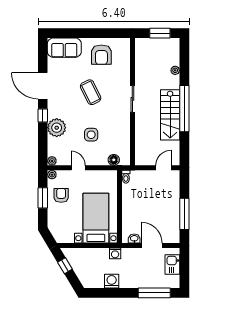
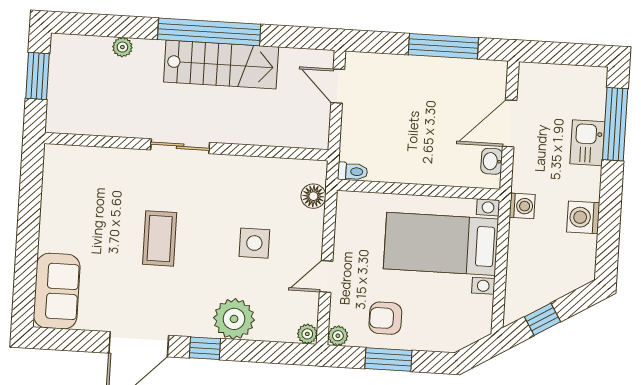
armchair: (101, 55) -> (78, 209), removed
coffee table: (91, 92) -> (160, 238), turned -64
kitchen sink: (172, 265) -> (587, 143), moved, turned 90

